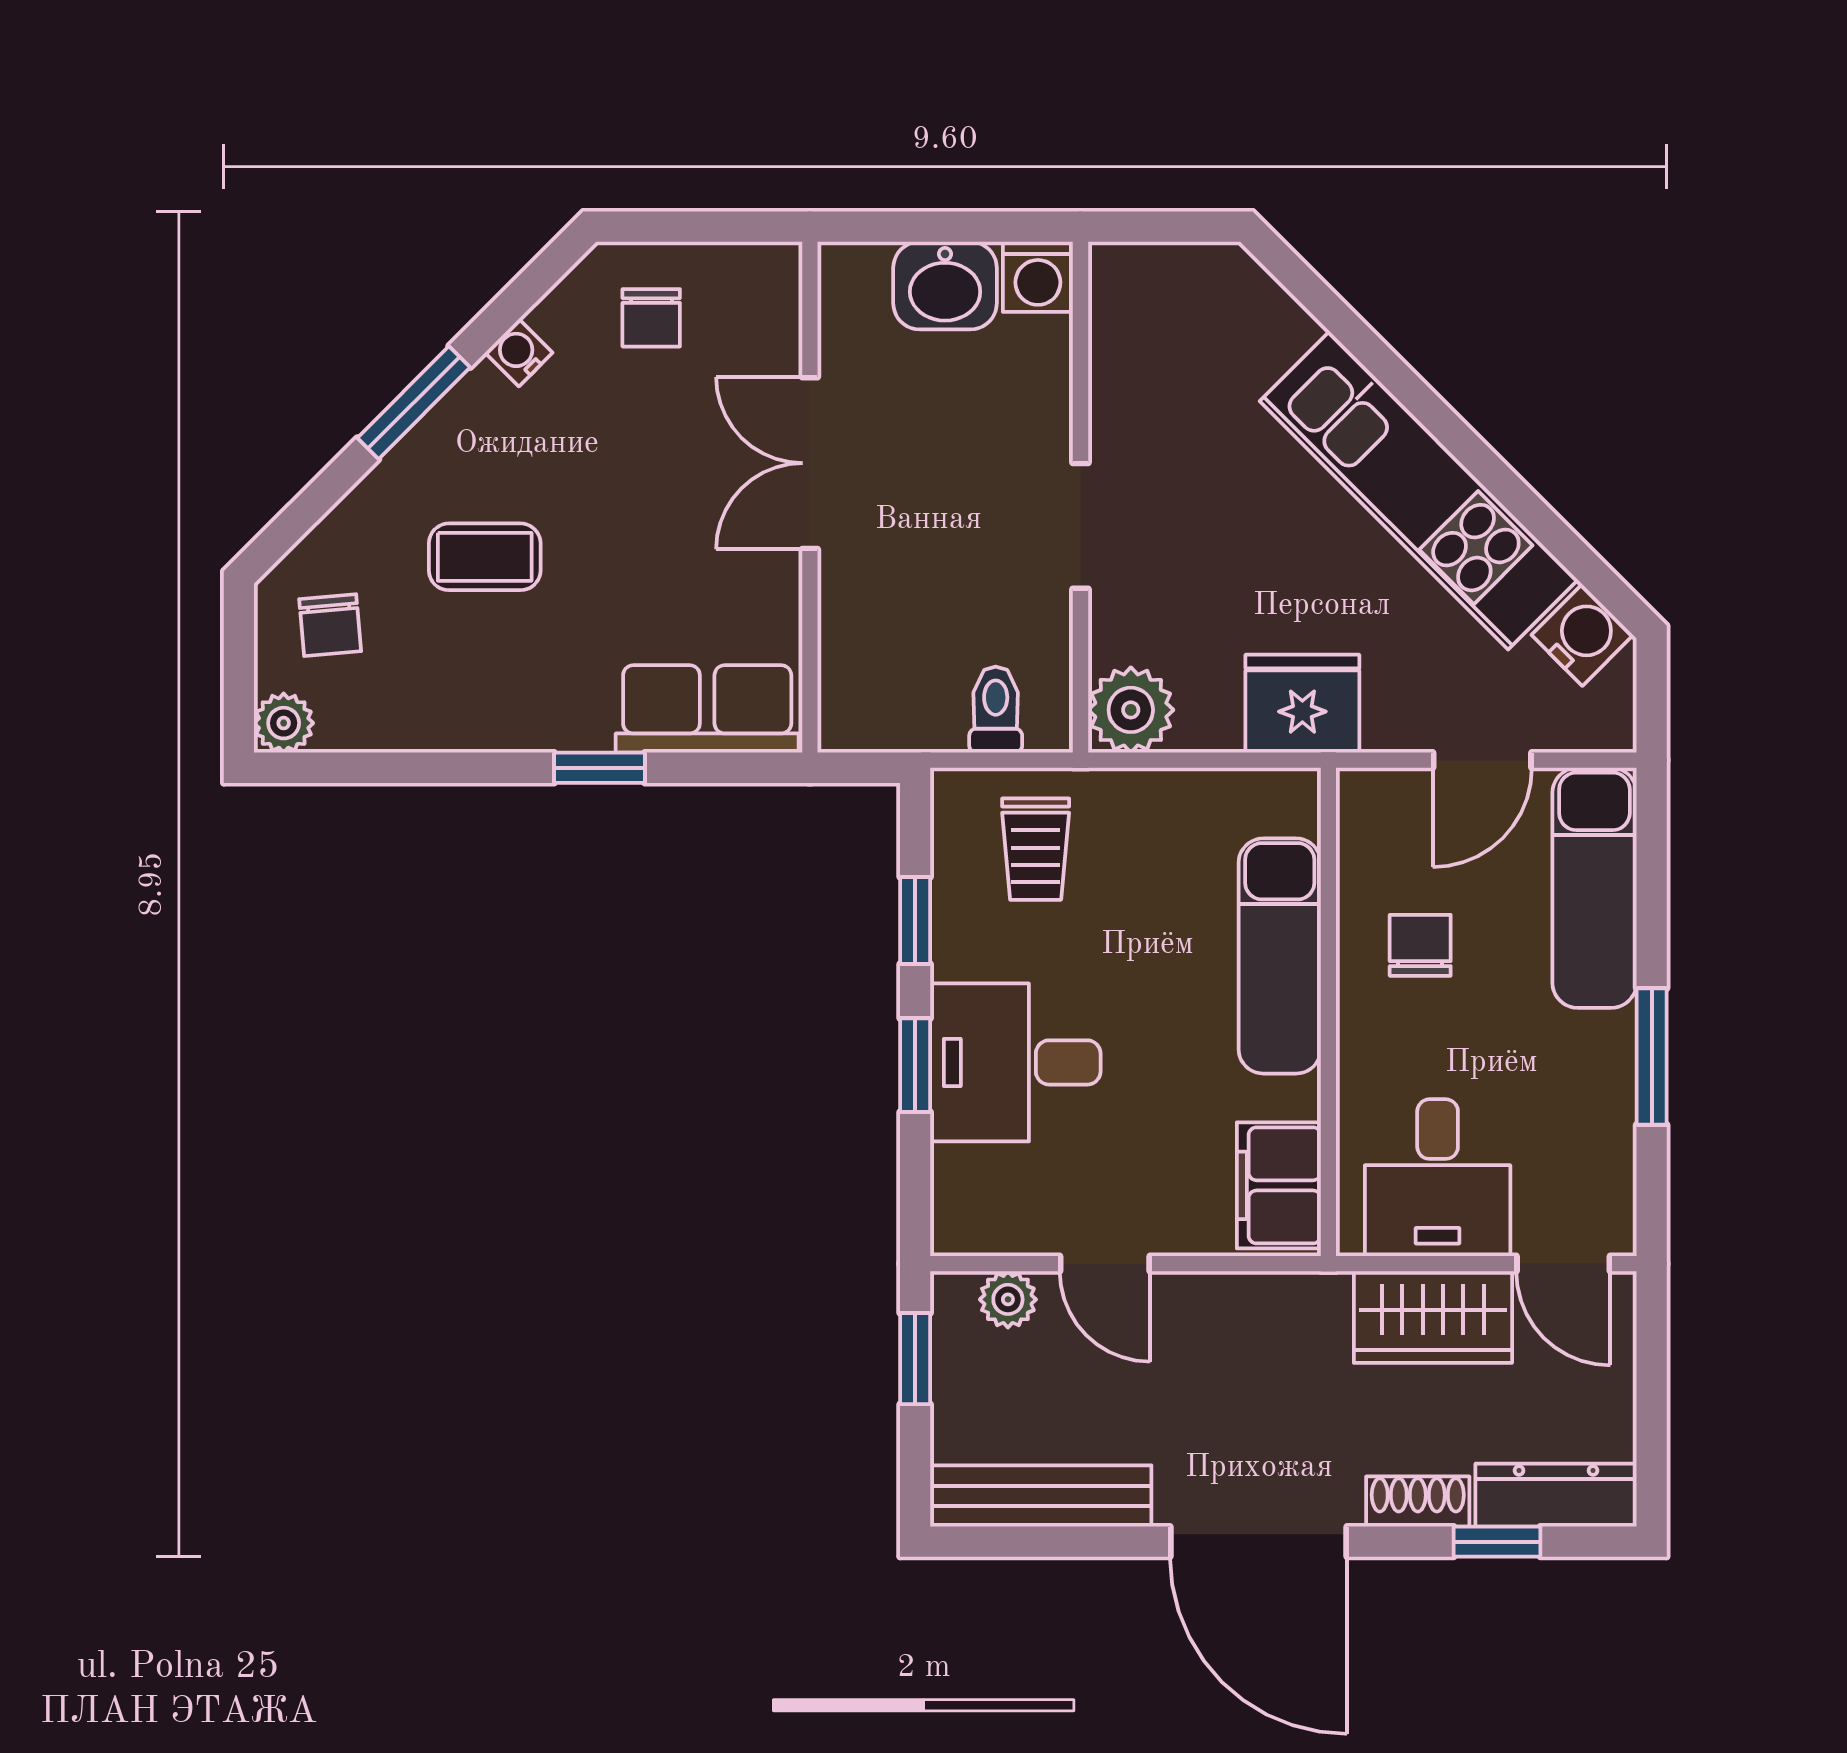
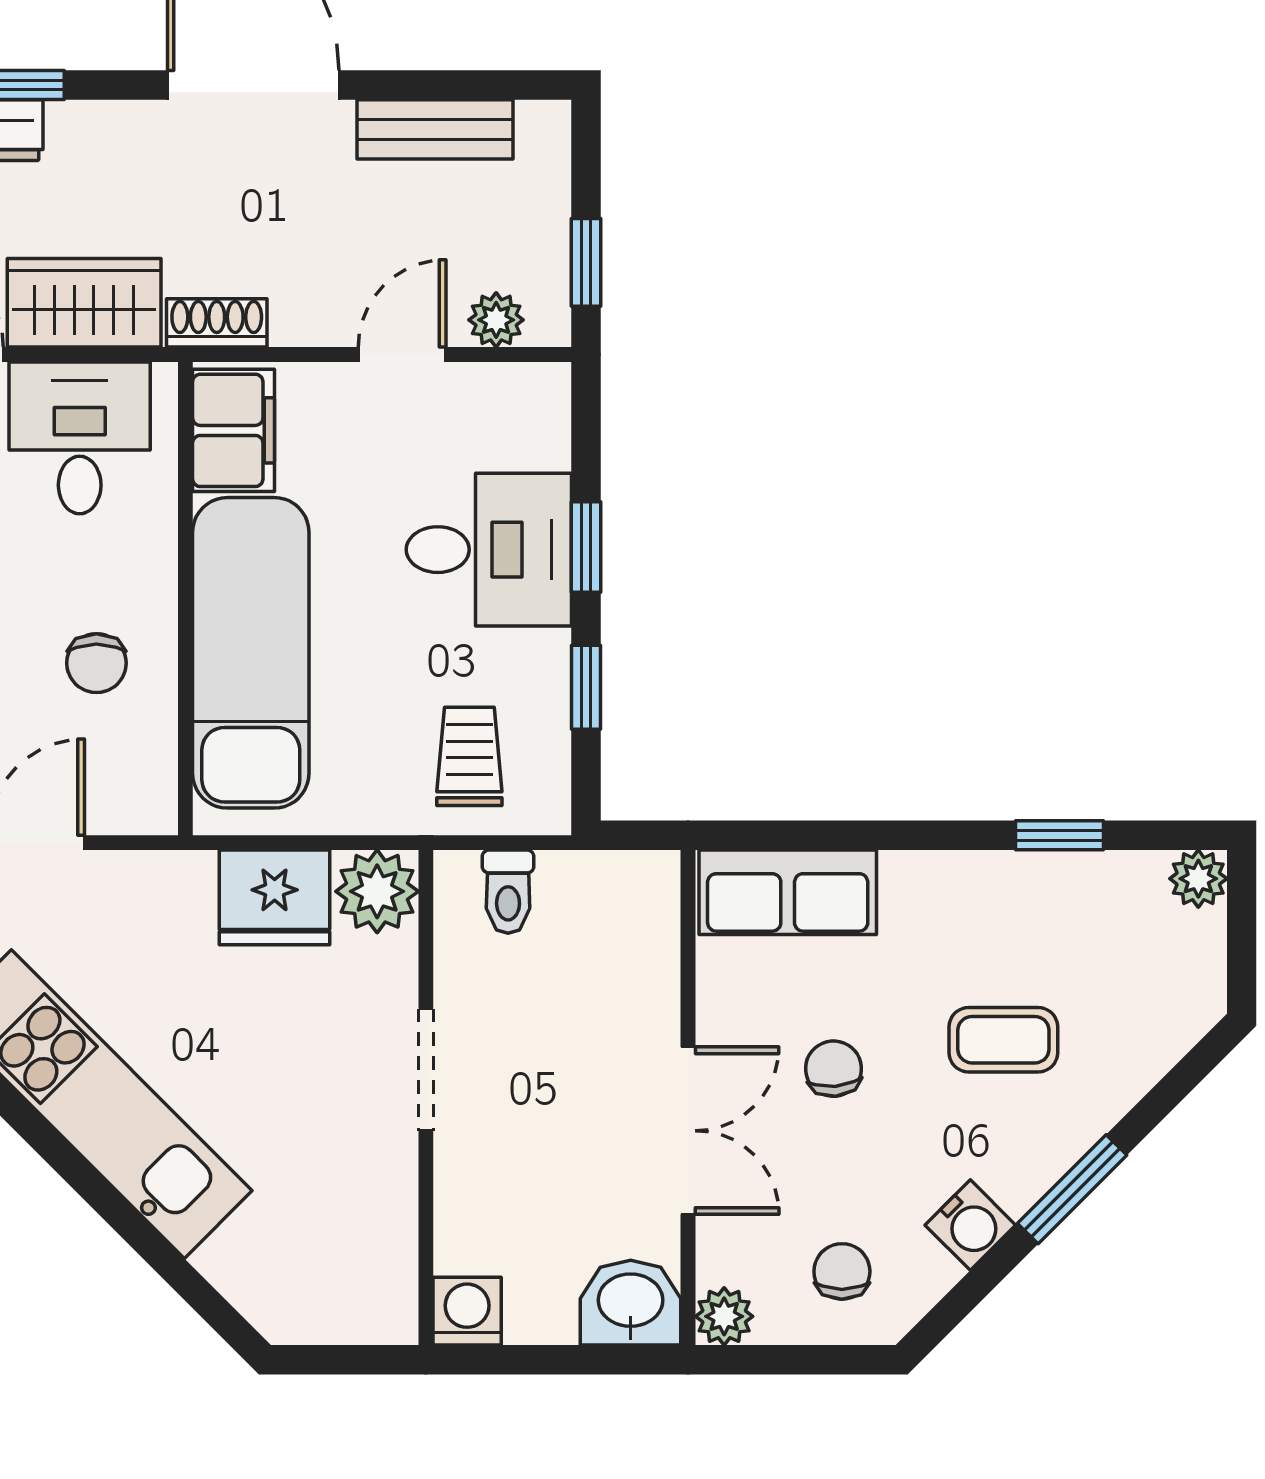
plant: (773, 271) -> (724, 1316), added
washbasin: (945, 286) -> (631, 1303), moved
water cooler: (519, 353) -> (970, 1225), width x1.38, depth x1.38
chair: (330, 625) -> (833, 1069), moved
fridge: (1302, 704) -> (275, 897), moved
window: (600, 768) -> (1060, 835), moved
exam couch: (1280, 956) -> (251, 653), width x1.36, depth x1.45
door: (1105, 1264) -> (402, 355), hinge flipped
bench: (1042, 1496) -> (435, 129), width x0.73
shoe rack: (1418, 1502) -> (217, 323), moved, turned 180

